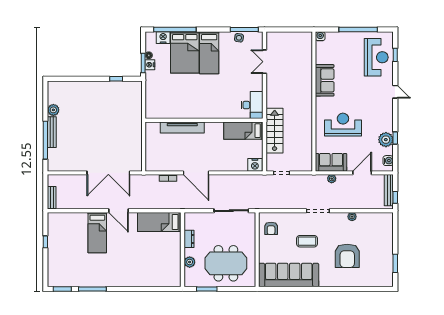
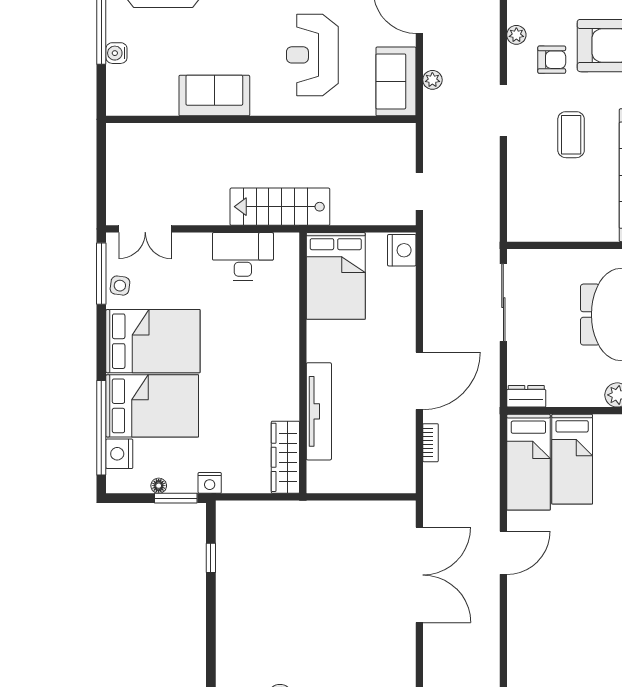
water cooler: (320, 36) -> (116, 53), moved
bed: (209, 53) -> (153, 341), width x1.50
double door: (264, 62) -> (145, 229), moved
nightstand: (150, 65) -> (210, 483), moved
desk: (252, 105) -> (243, 256), moved
wardrobe: (162, 112) -> (285, 457), added
bed: (243, 131) -> (336, 276), width x1.50
stairs: (275, 131) -> (280, 207), moved
armchair: (271, 228) -> (552, 60), moved
bed: (97, 233) -> (572, 459), moved, turned 90
dresser: (189, 239) -> (526, 396), moved

